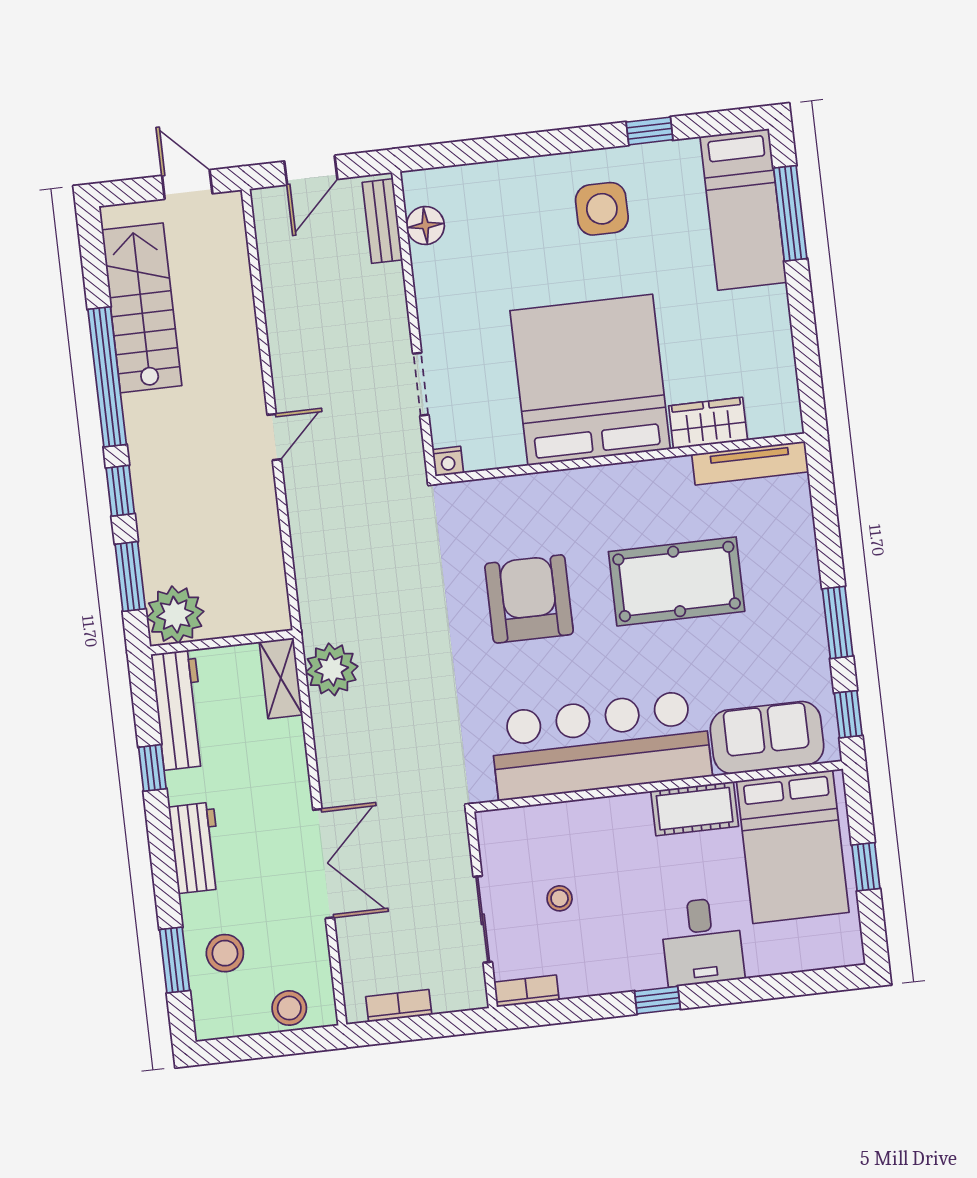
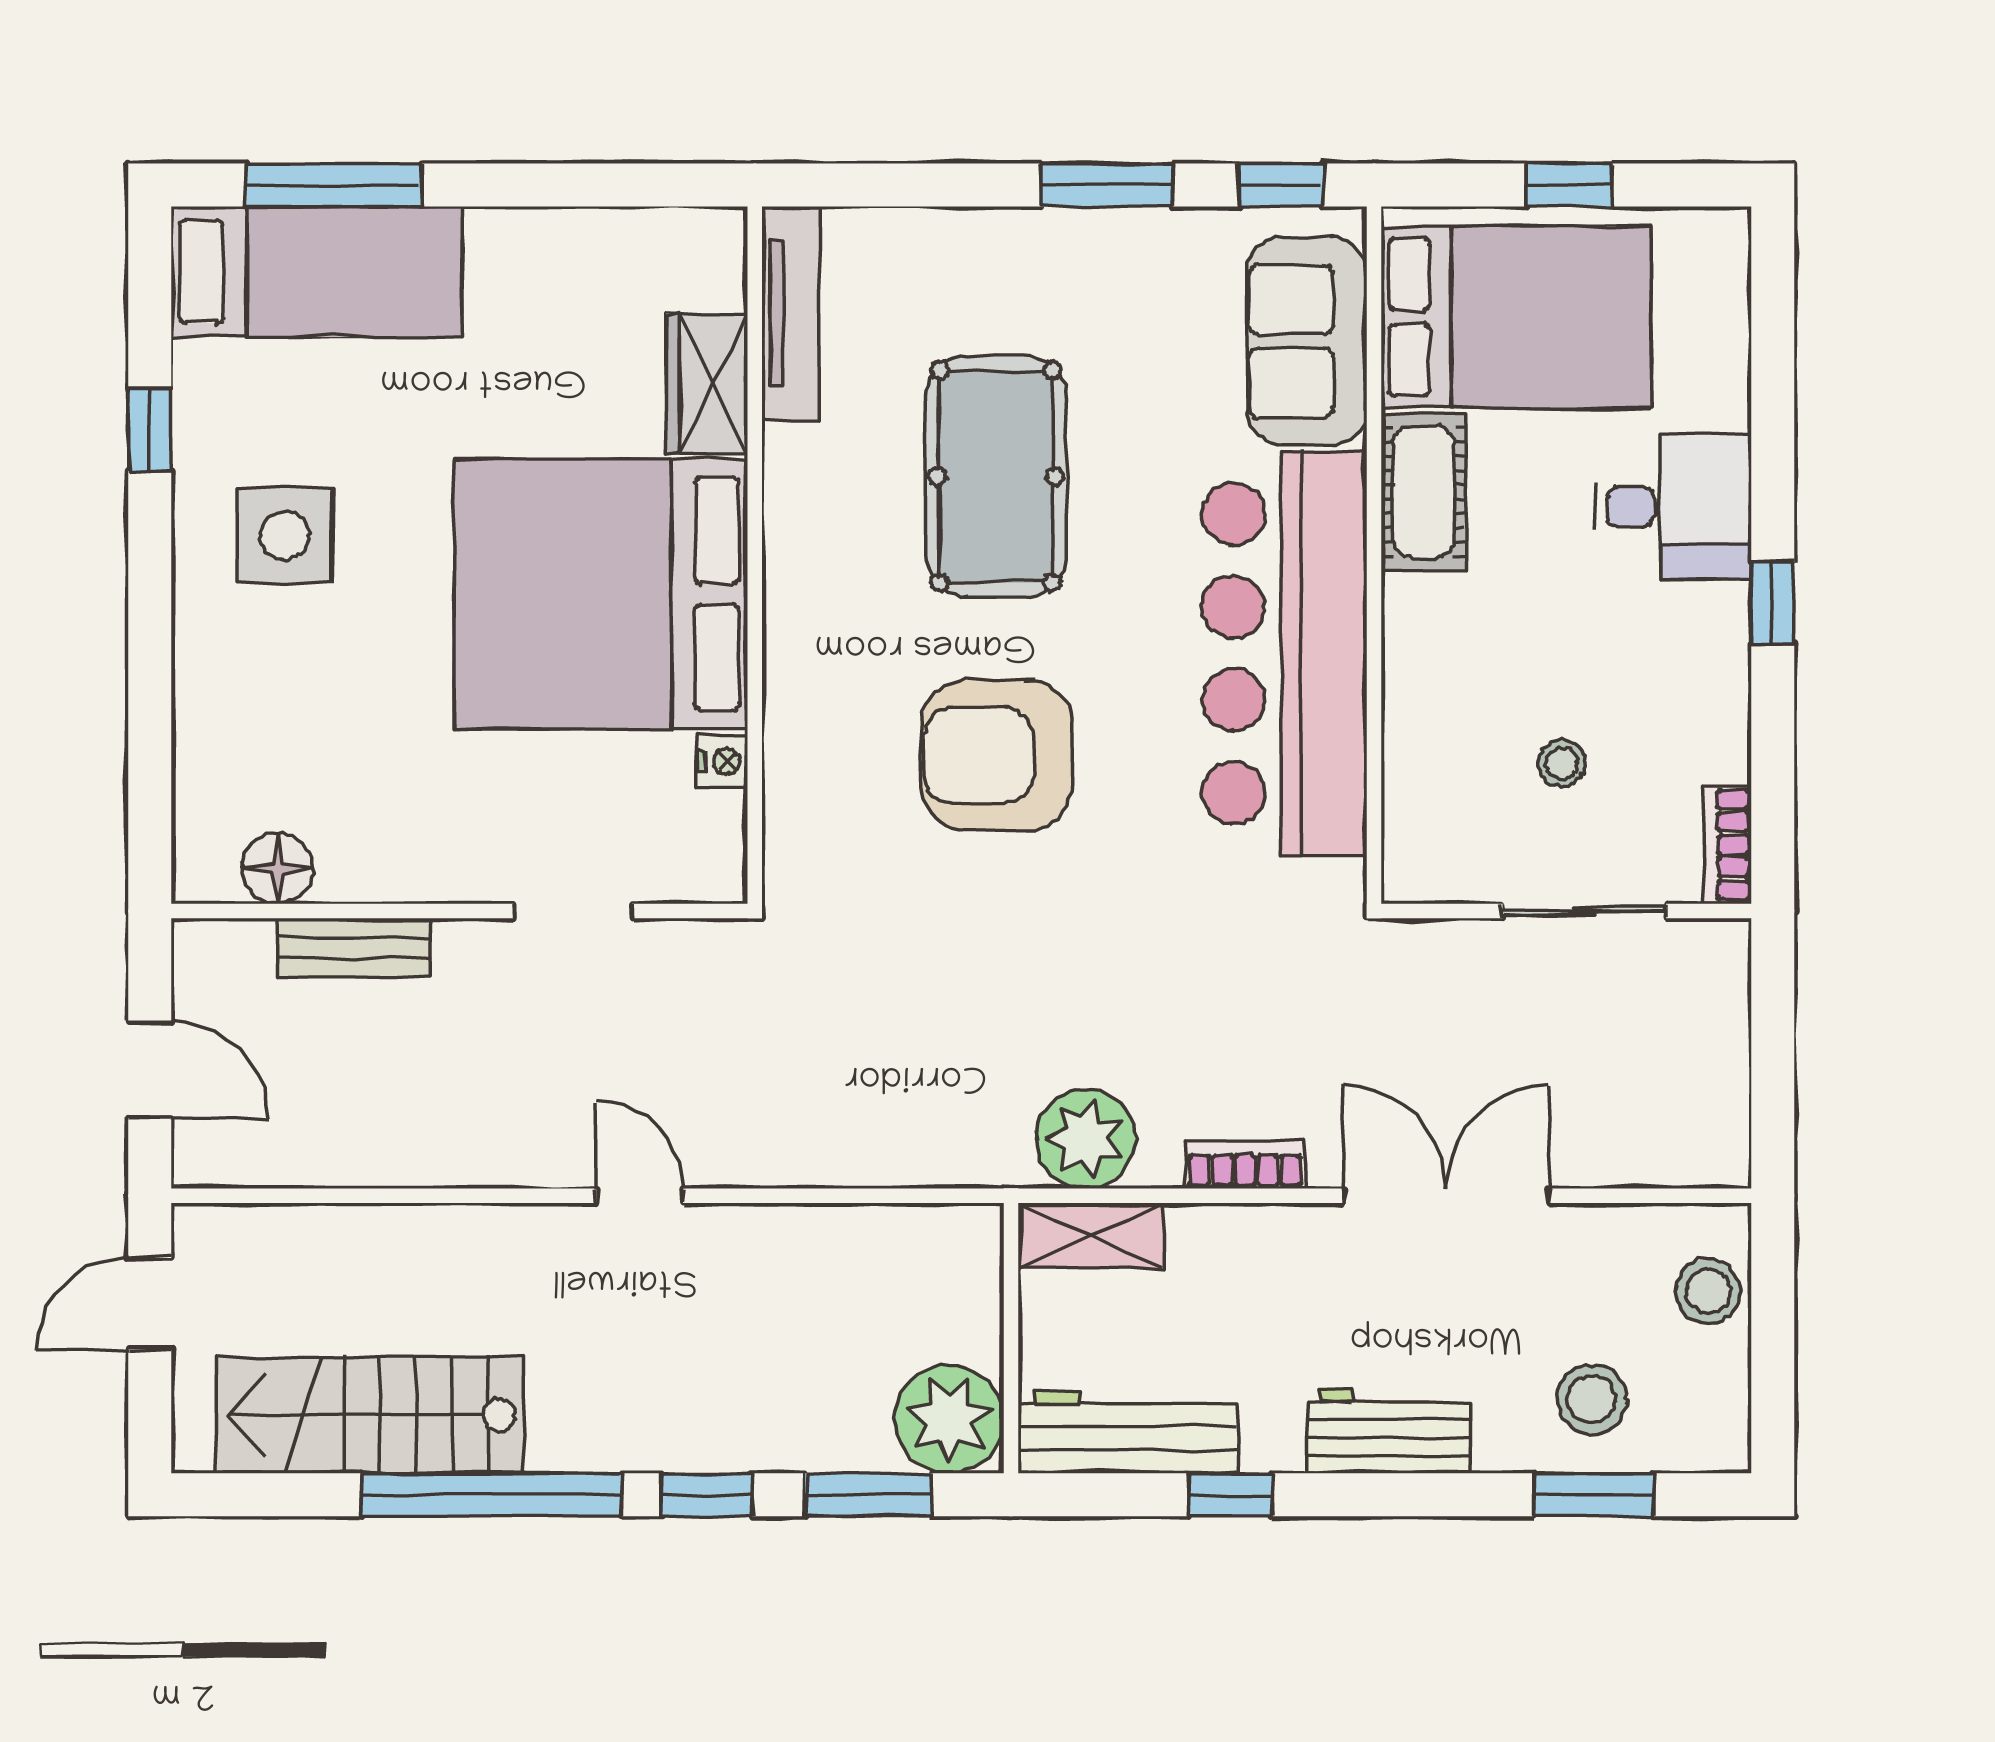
bench: (382, 221) -> (354, 947), moved
nightstand: (448, 461) -> (722, 761), moved
bookcase: (399, 1006) -> (1245, 1165), moved, turned 90

